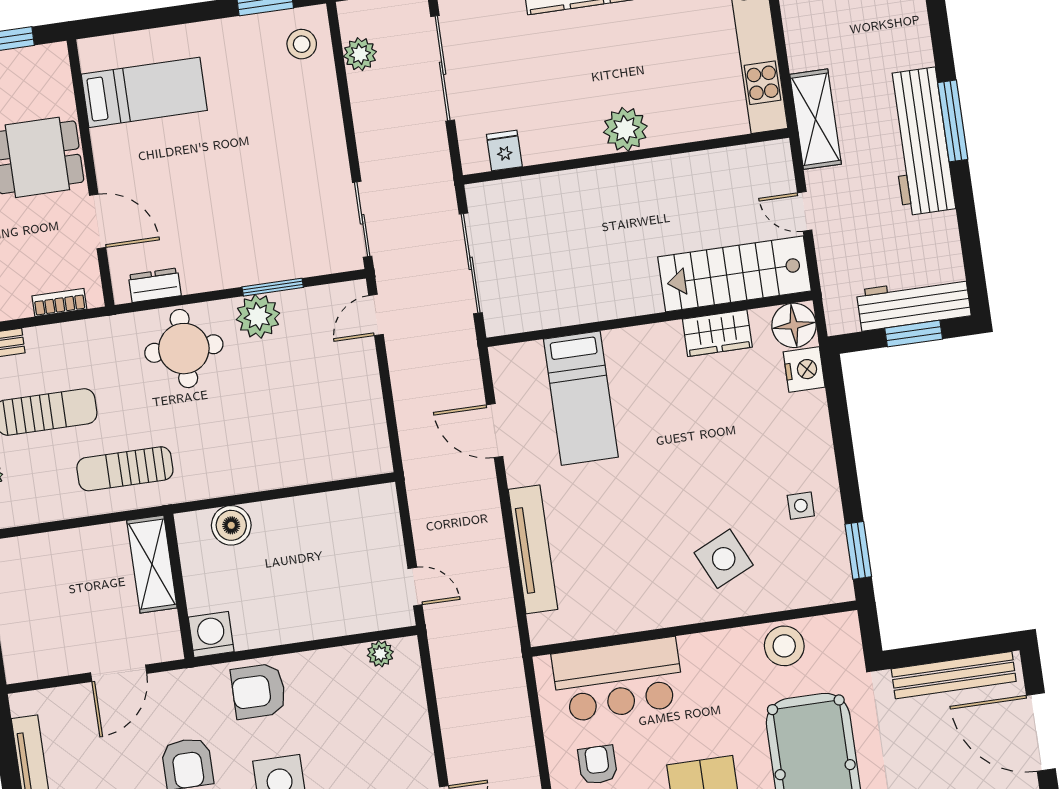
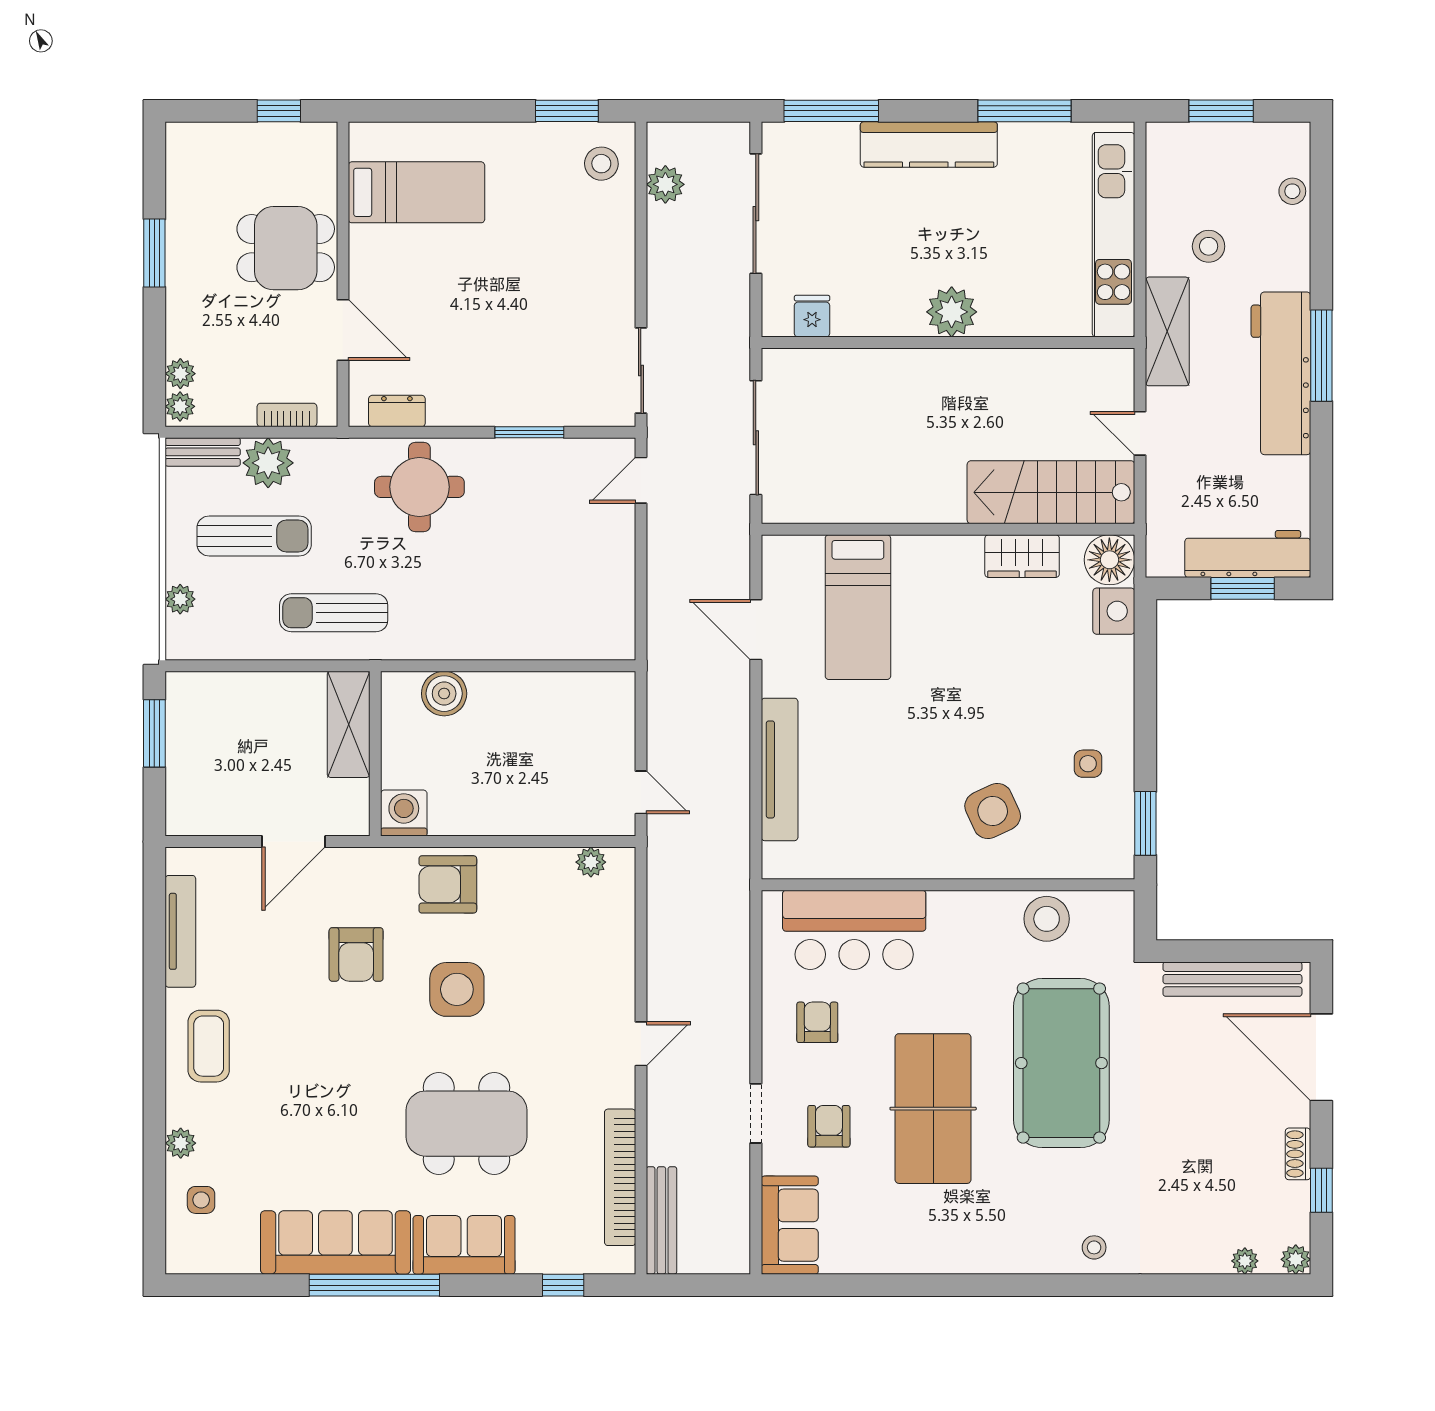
stool: (841, 40) -> (1209, 246), added
plant: (258, 316) -> (268, 463), moved

